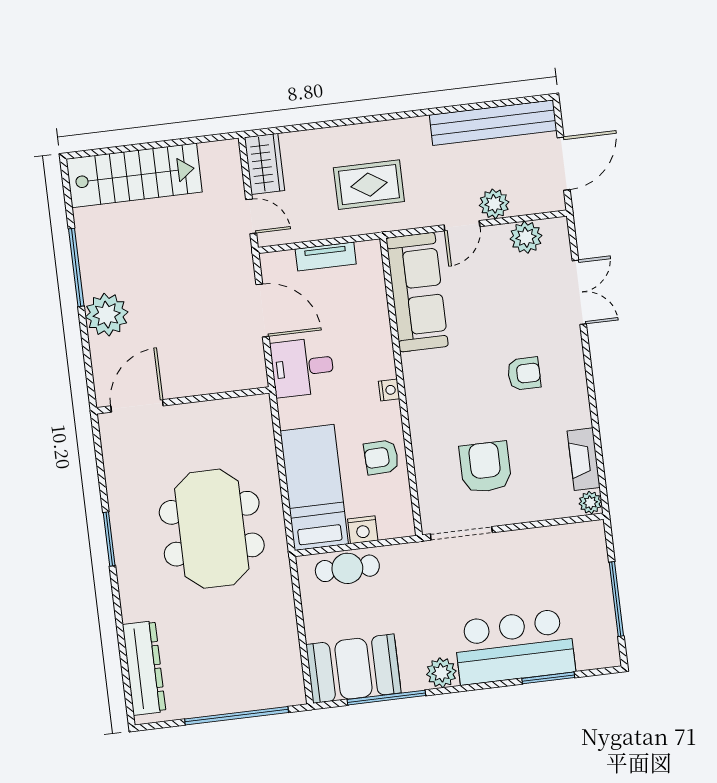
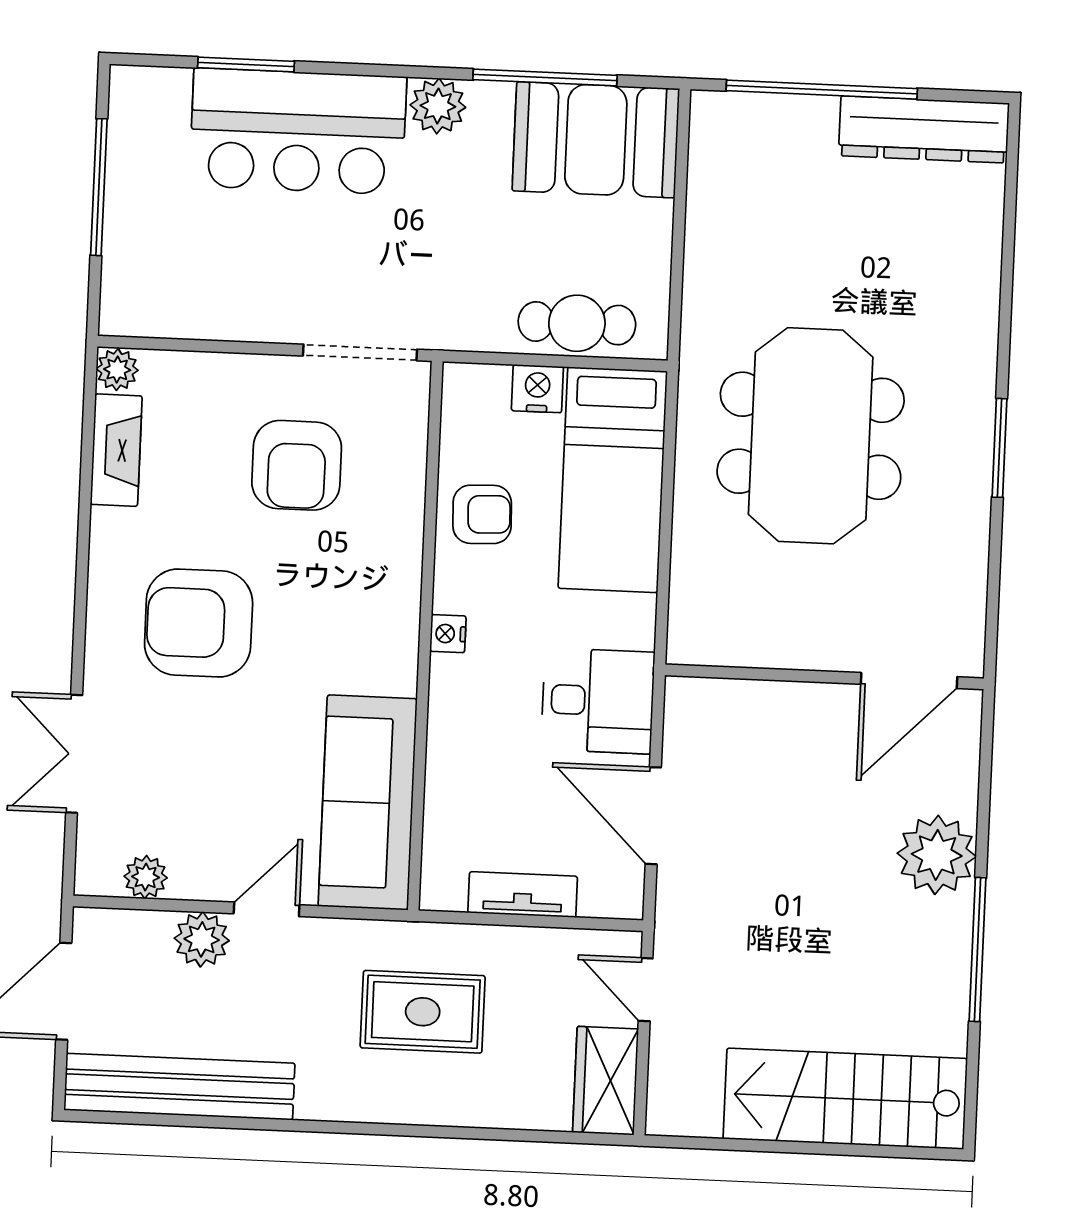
plant: (526, 237) -> (146, 877), width x0.73, depth x0.73
armchair: (524, 374) -> (199, 623), width x1.88, depth x1.88
dresser: (144, 668) -> (924, 129), moved, turned -90

